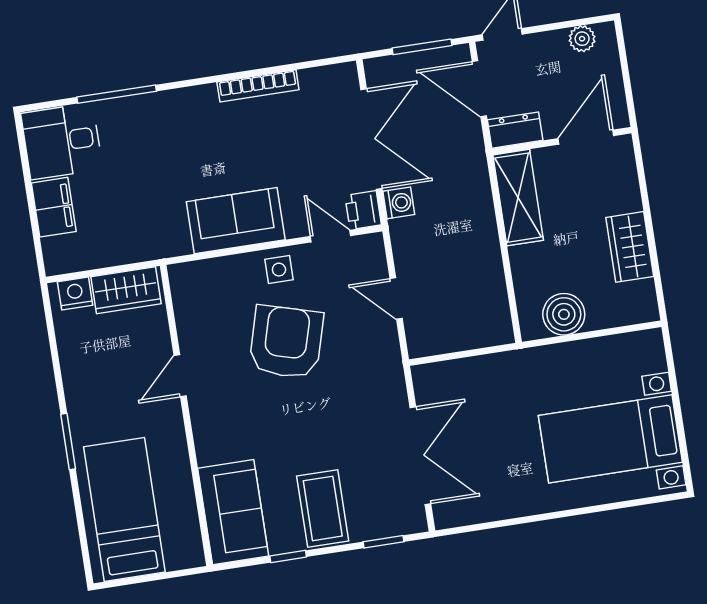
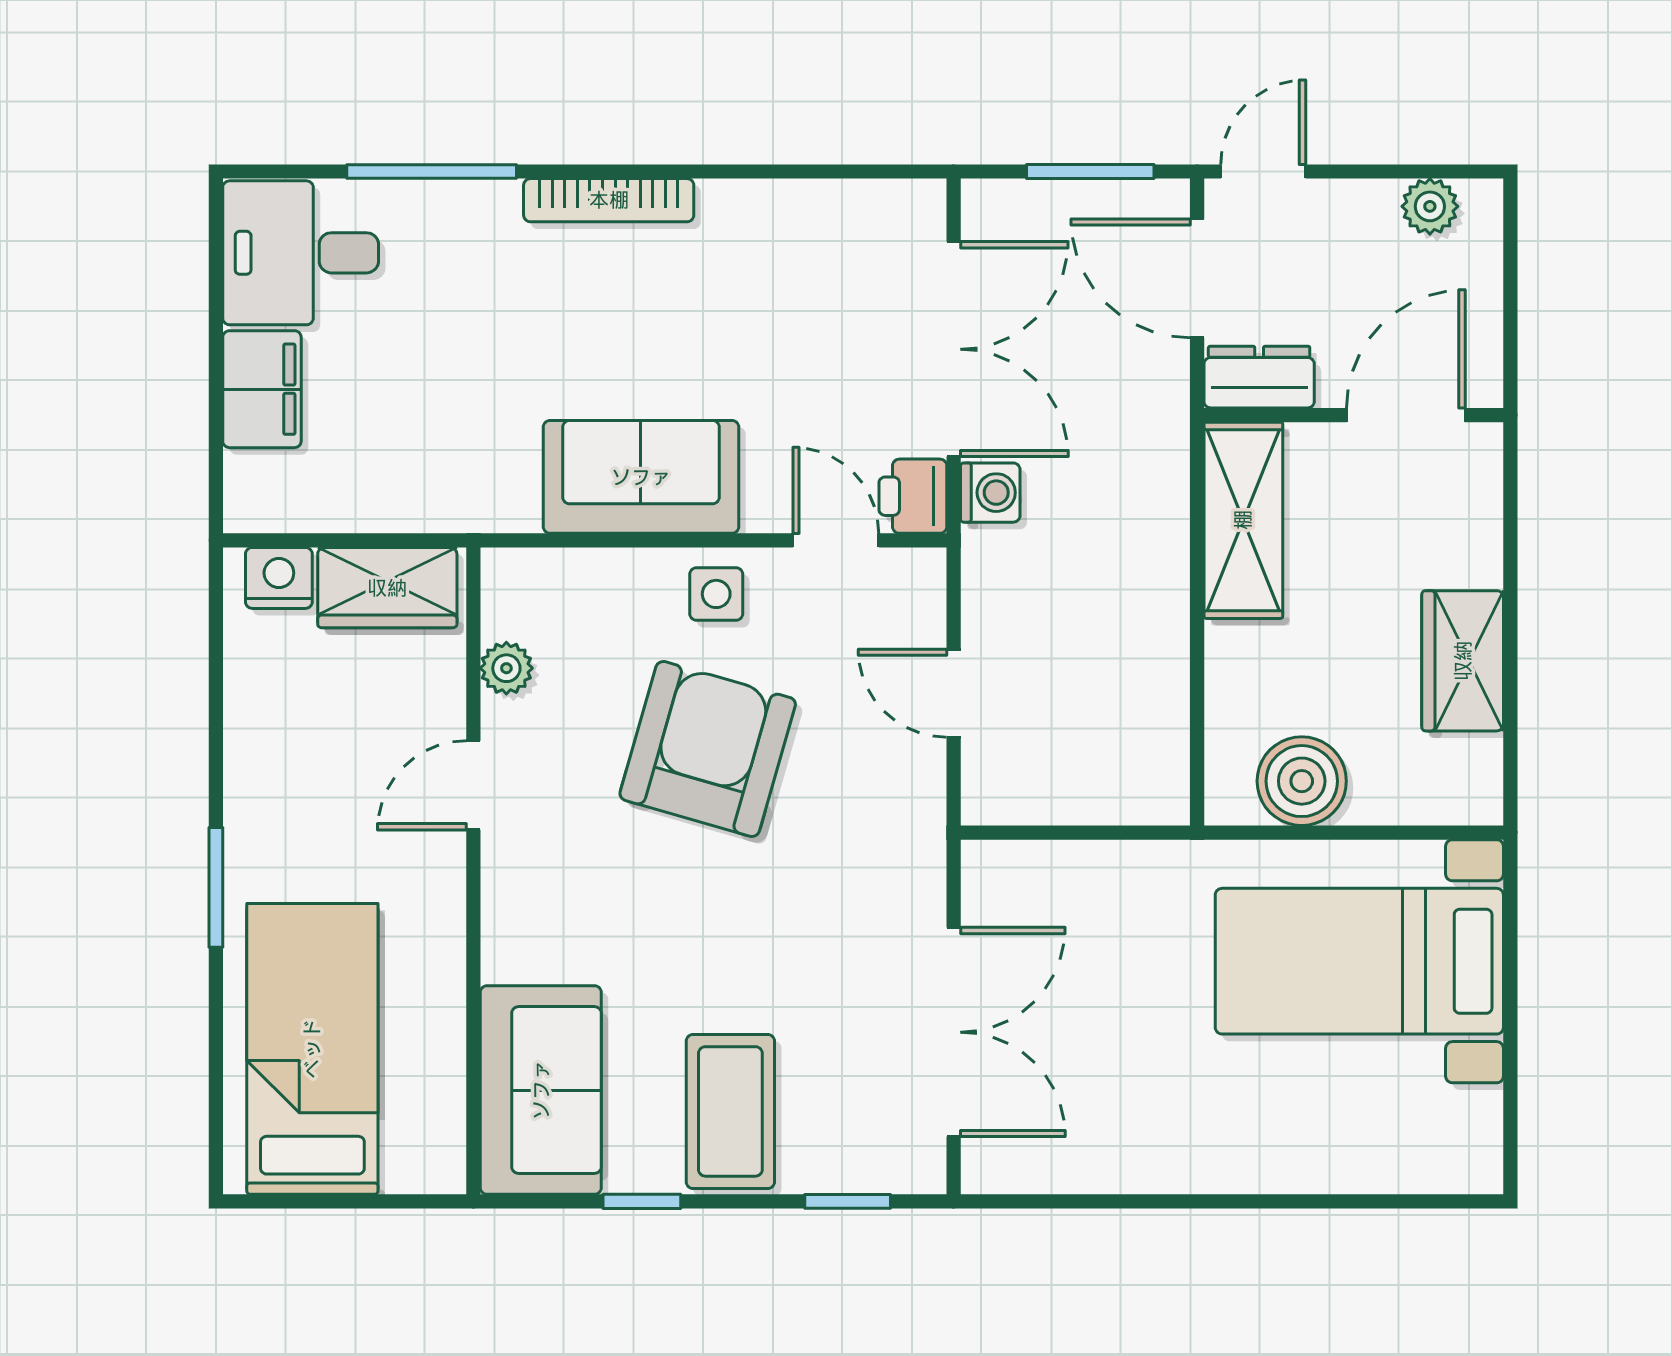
bookcase: (258, 86) -> (609, 200), moved
plant: (187, 319) -> (506, 668), added
bed with nightstands: (610, 439) -> (1359, 961), moved

